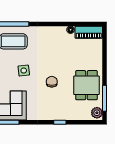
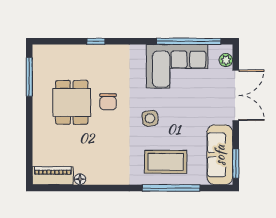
dining table: (86, 85) -> (72, 102), moved
plant: (97, 113) -> (41, 55), removed

